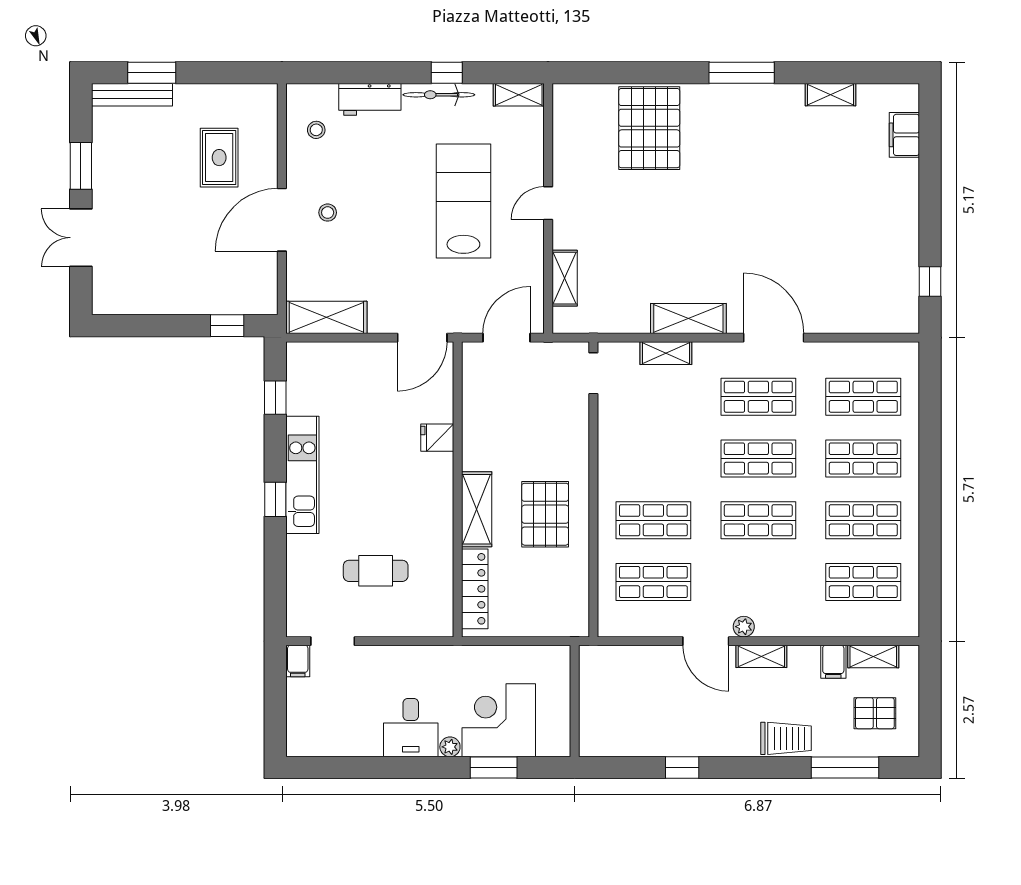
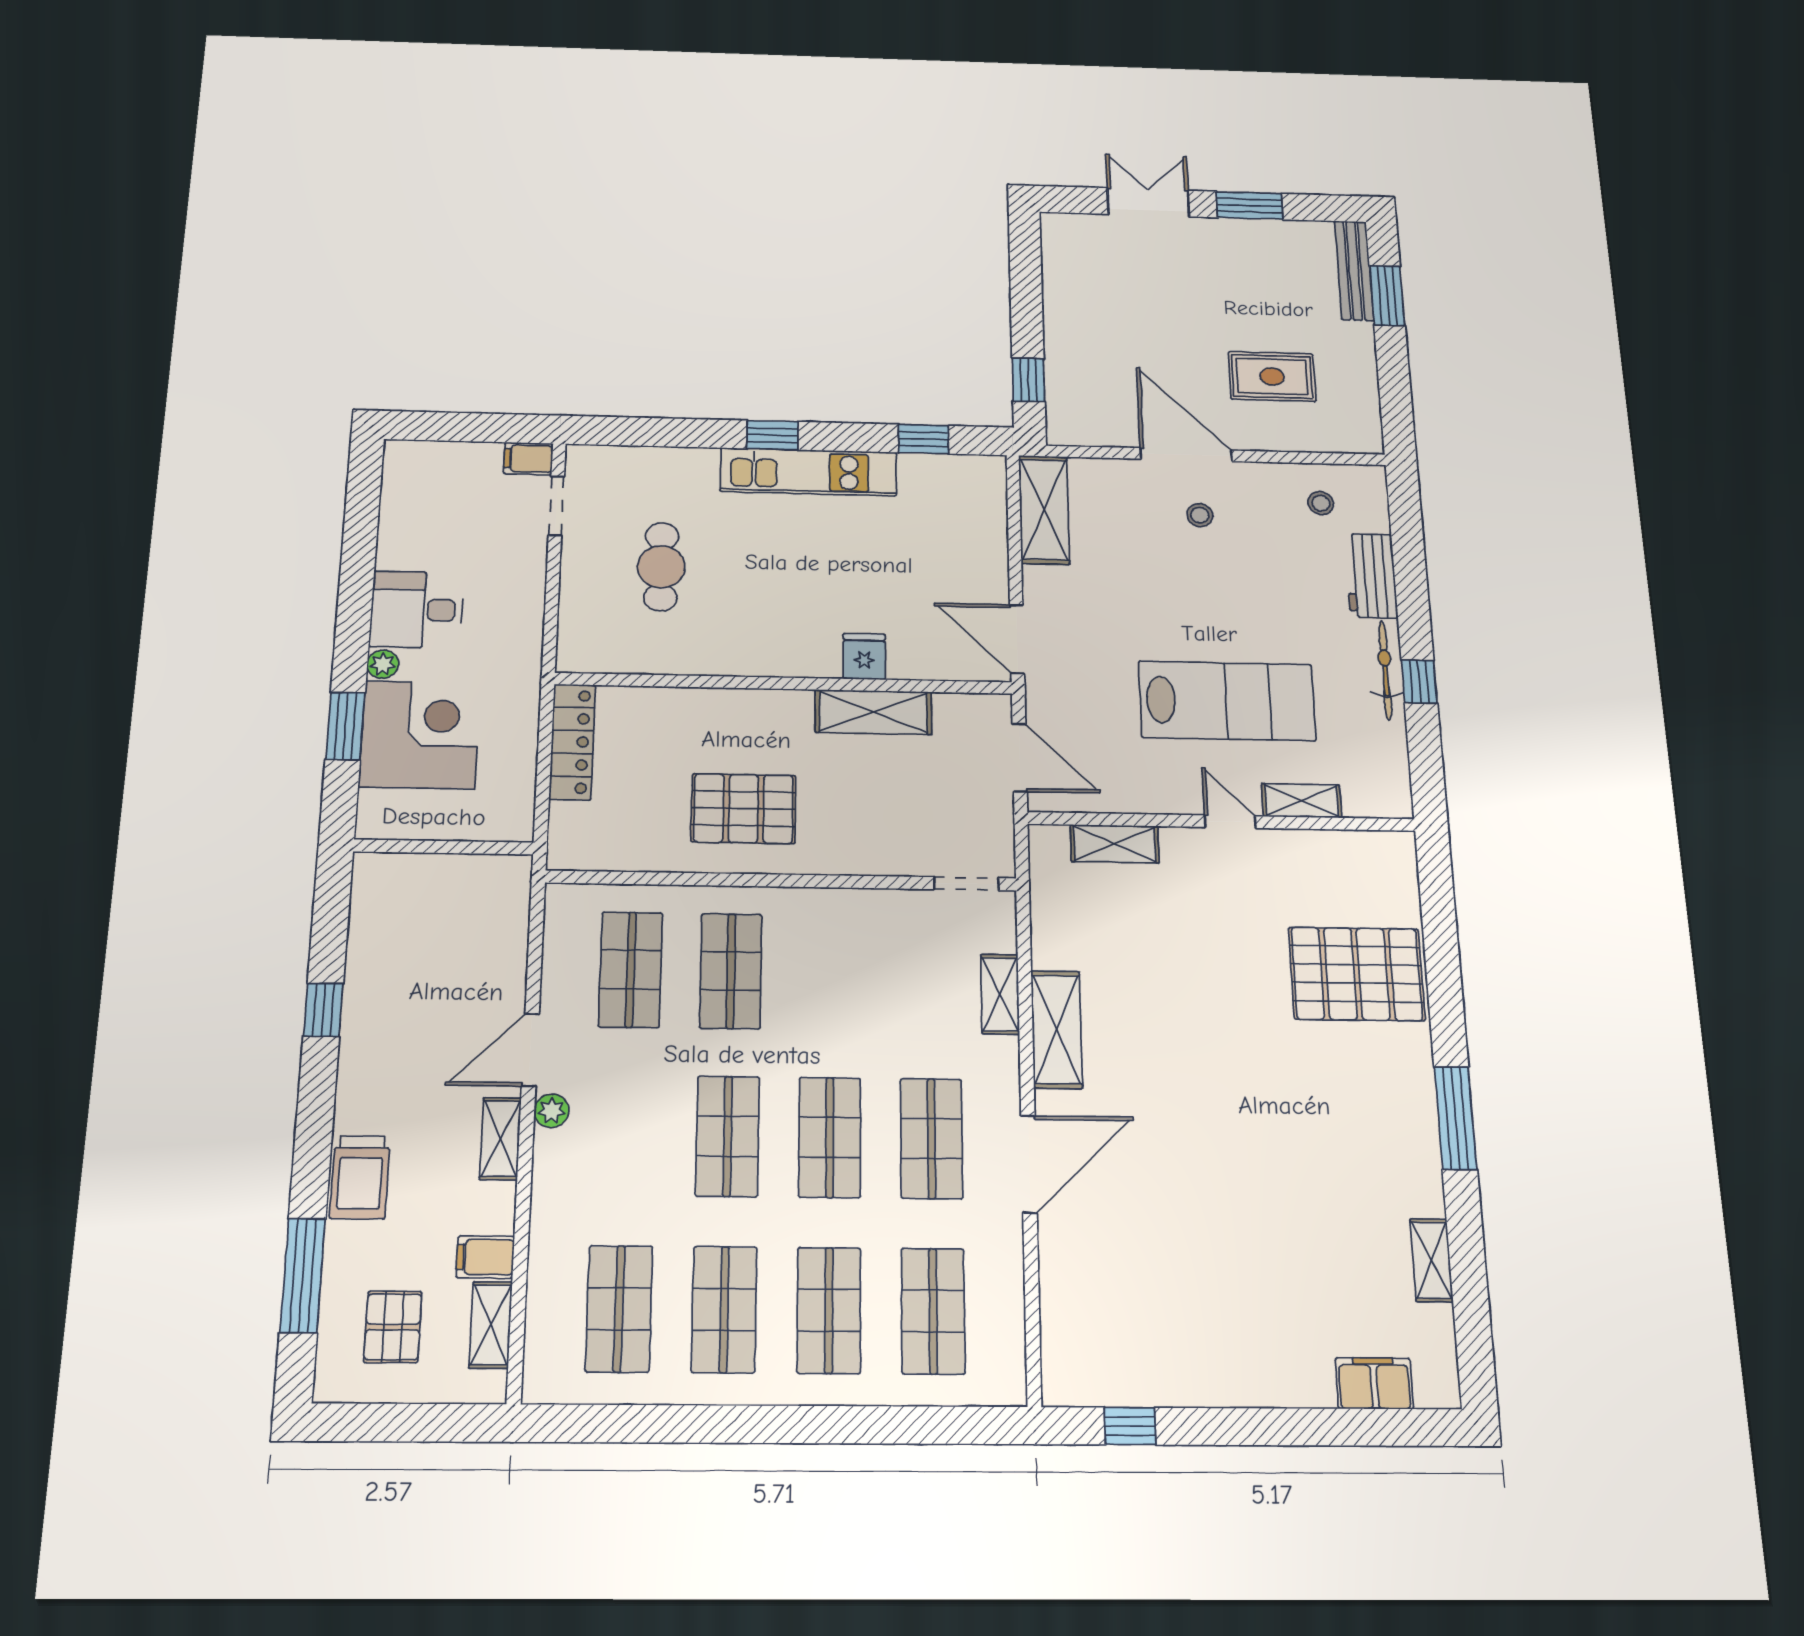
shelving: (519, 95) -> (1302, 801), moved, turned 90
shelving: (477, 509) -> (873, 712), moved
locker: (475, 589) -> (572, 742), moved, turned -90

